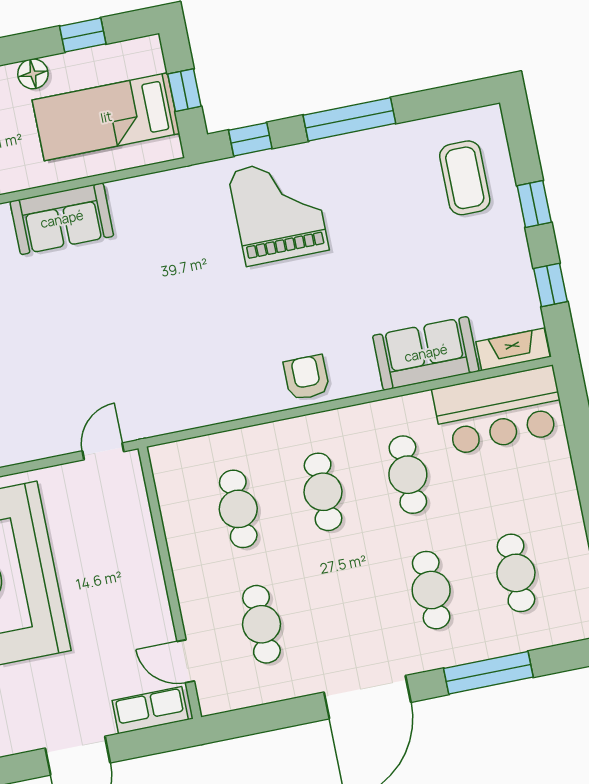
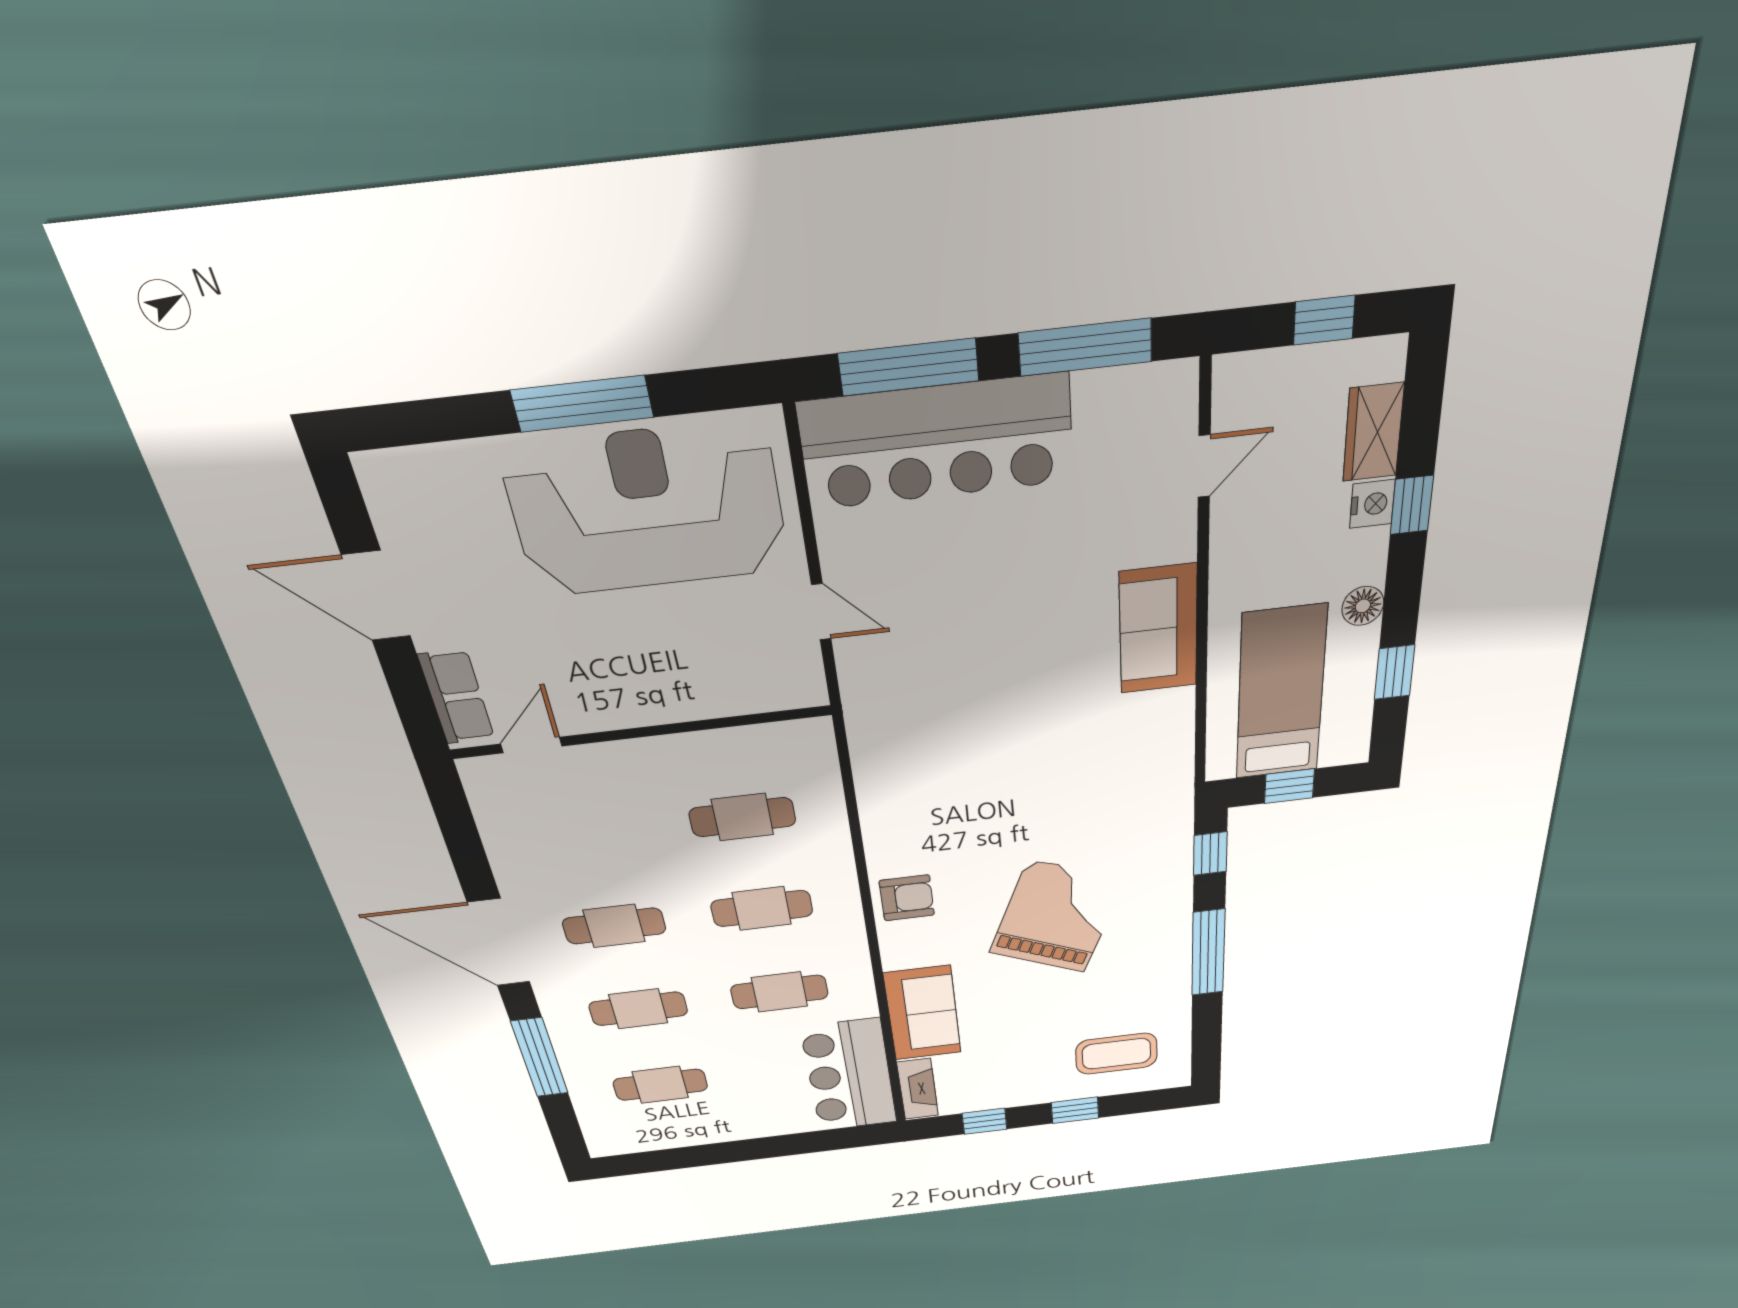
grand piano: (278, 211) -> (1057, 917), moved, turned -67
door: (103, 451) -> (821, 612), moved
cafe table: (261, 624) -> (614, 926), moved

